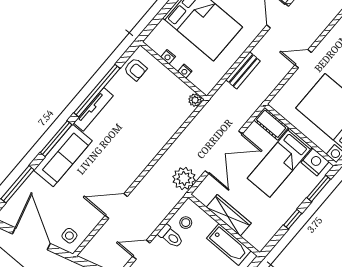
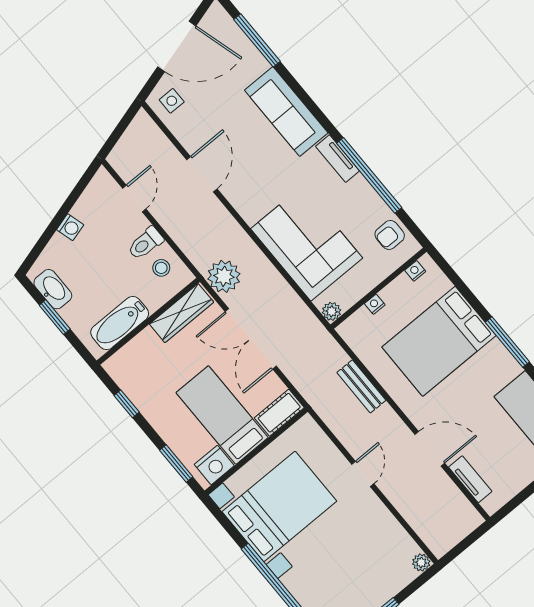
nightstand: (168, 57) -> (415, 271), moved
tv unit: (93, 109) -> (338, 159), width x0.71
corner sofa: (151, 125) -> (307, 243), added
window: (56, 139) -> (312, 106), removed
wardrobe: (229, 215) -> (182, 313), moved
window: (293, 219) -> (127, 404), moved

